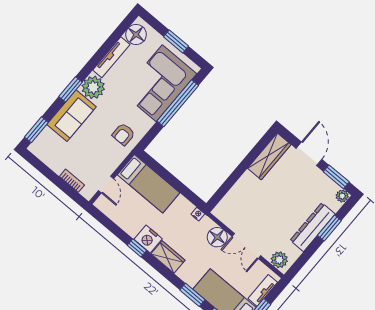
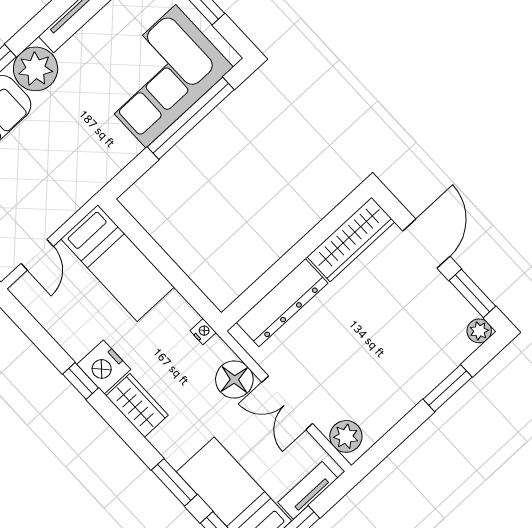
armchair: (123, 134) -> (82, 164), removed
dresser: (313, 227) -> (282, 303), moved, turned 180

